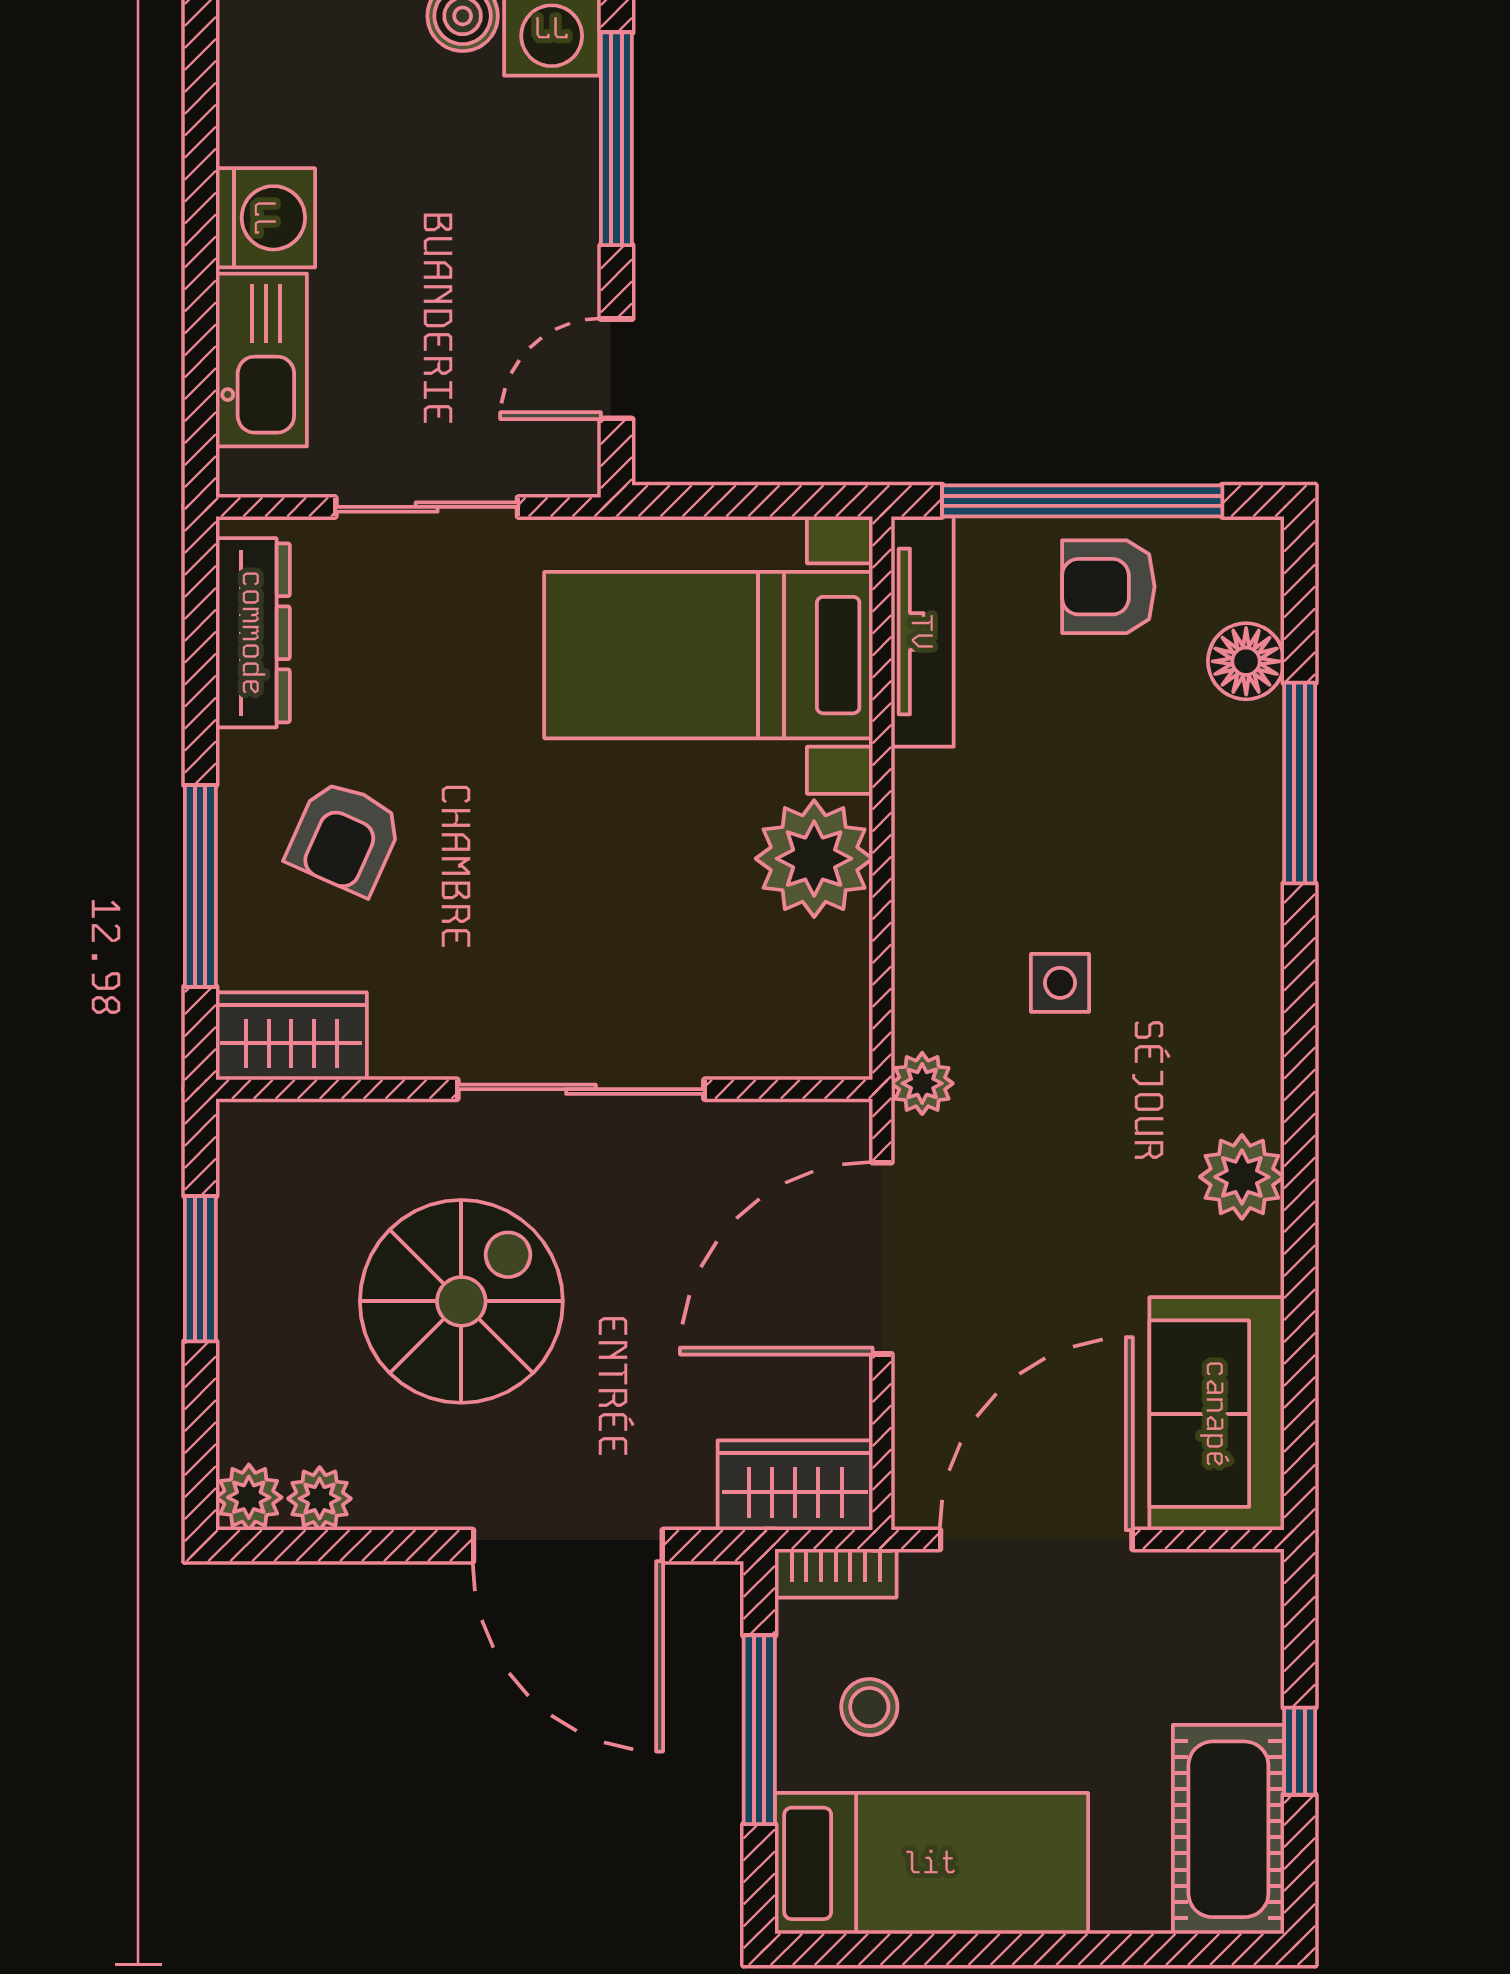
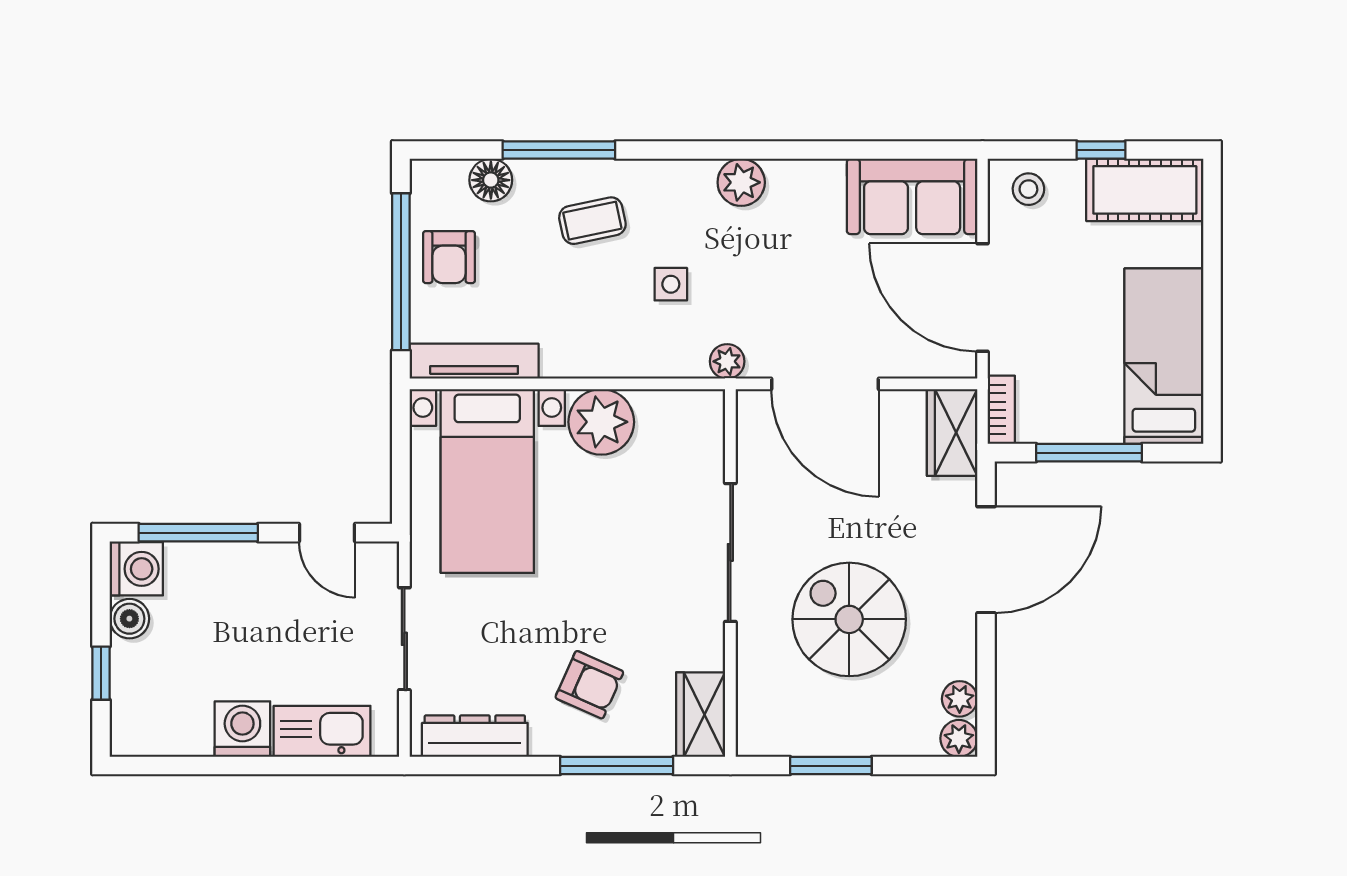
coffee table: (1174, 843) -> (592, 221), added
plant: (1242, 1177) -> (741, 182), moved
stool: (869, 1707) -> (1028, 189), moved

